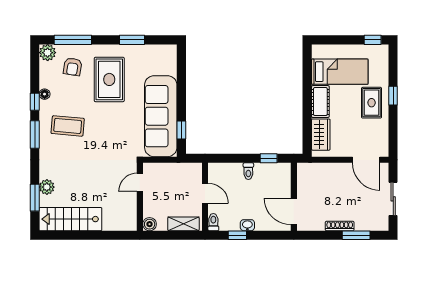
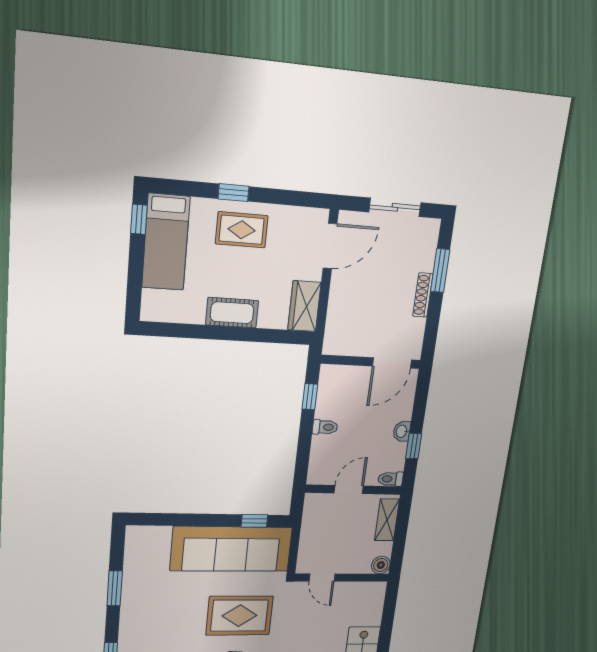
bed: (340, 72) -> (166, 242), moved, turned 180
rug: (109, 79) -> (240, 616), moved
wardrobe: (321, 135) -> (304, 306), moved, turned -90

